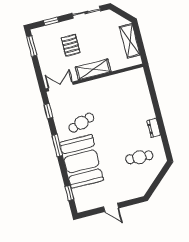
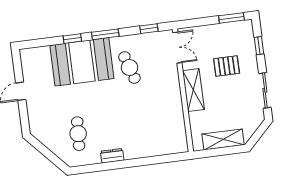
window: (69, 193) -> (72, 39), moved

